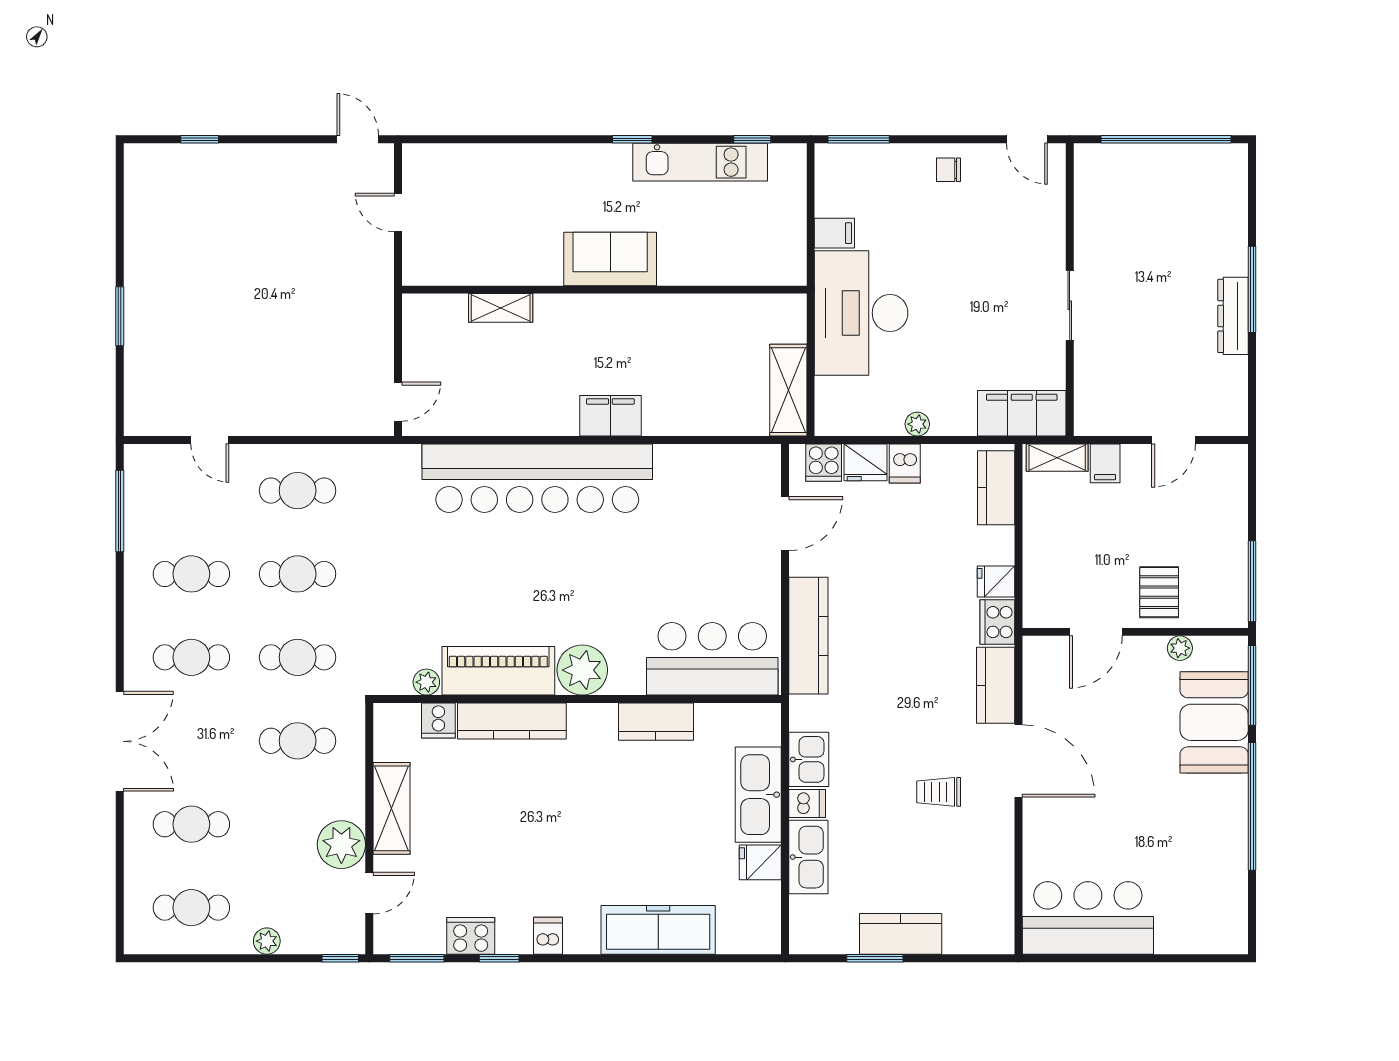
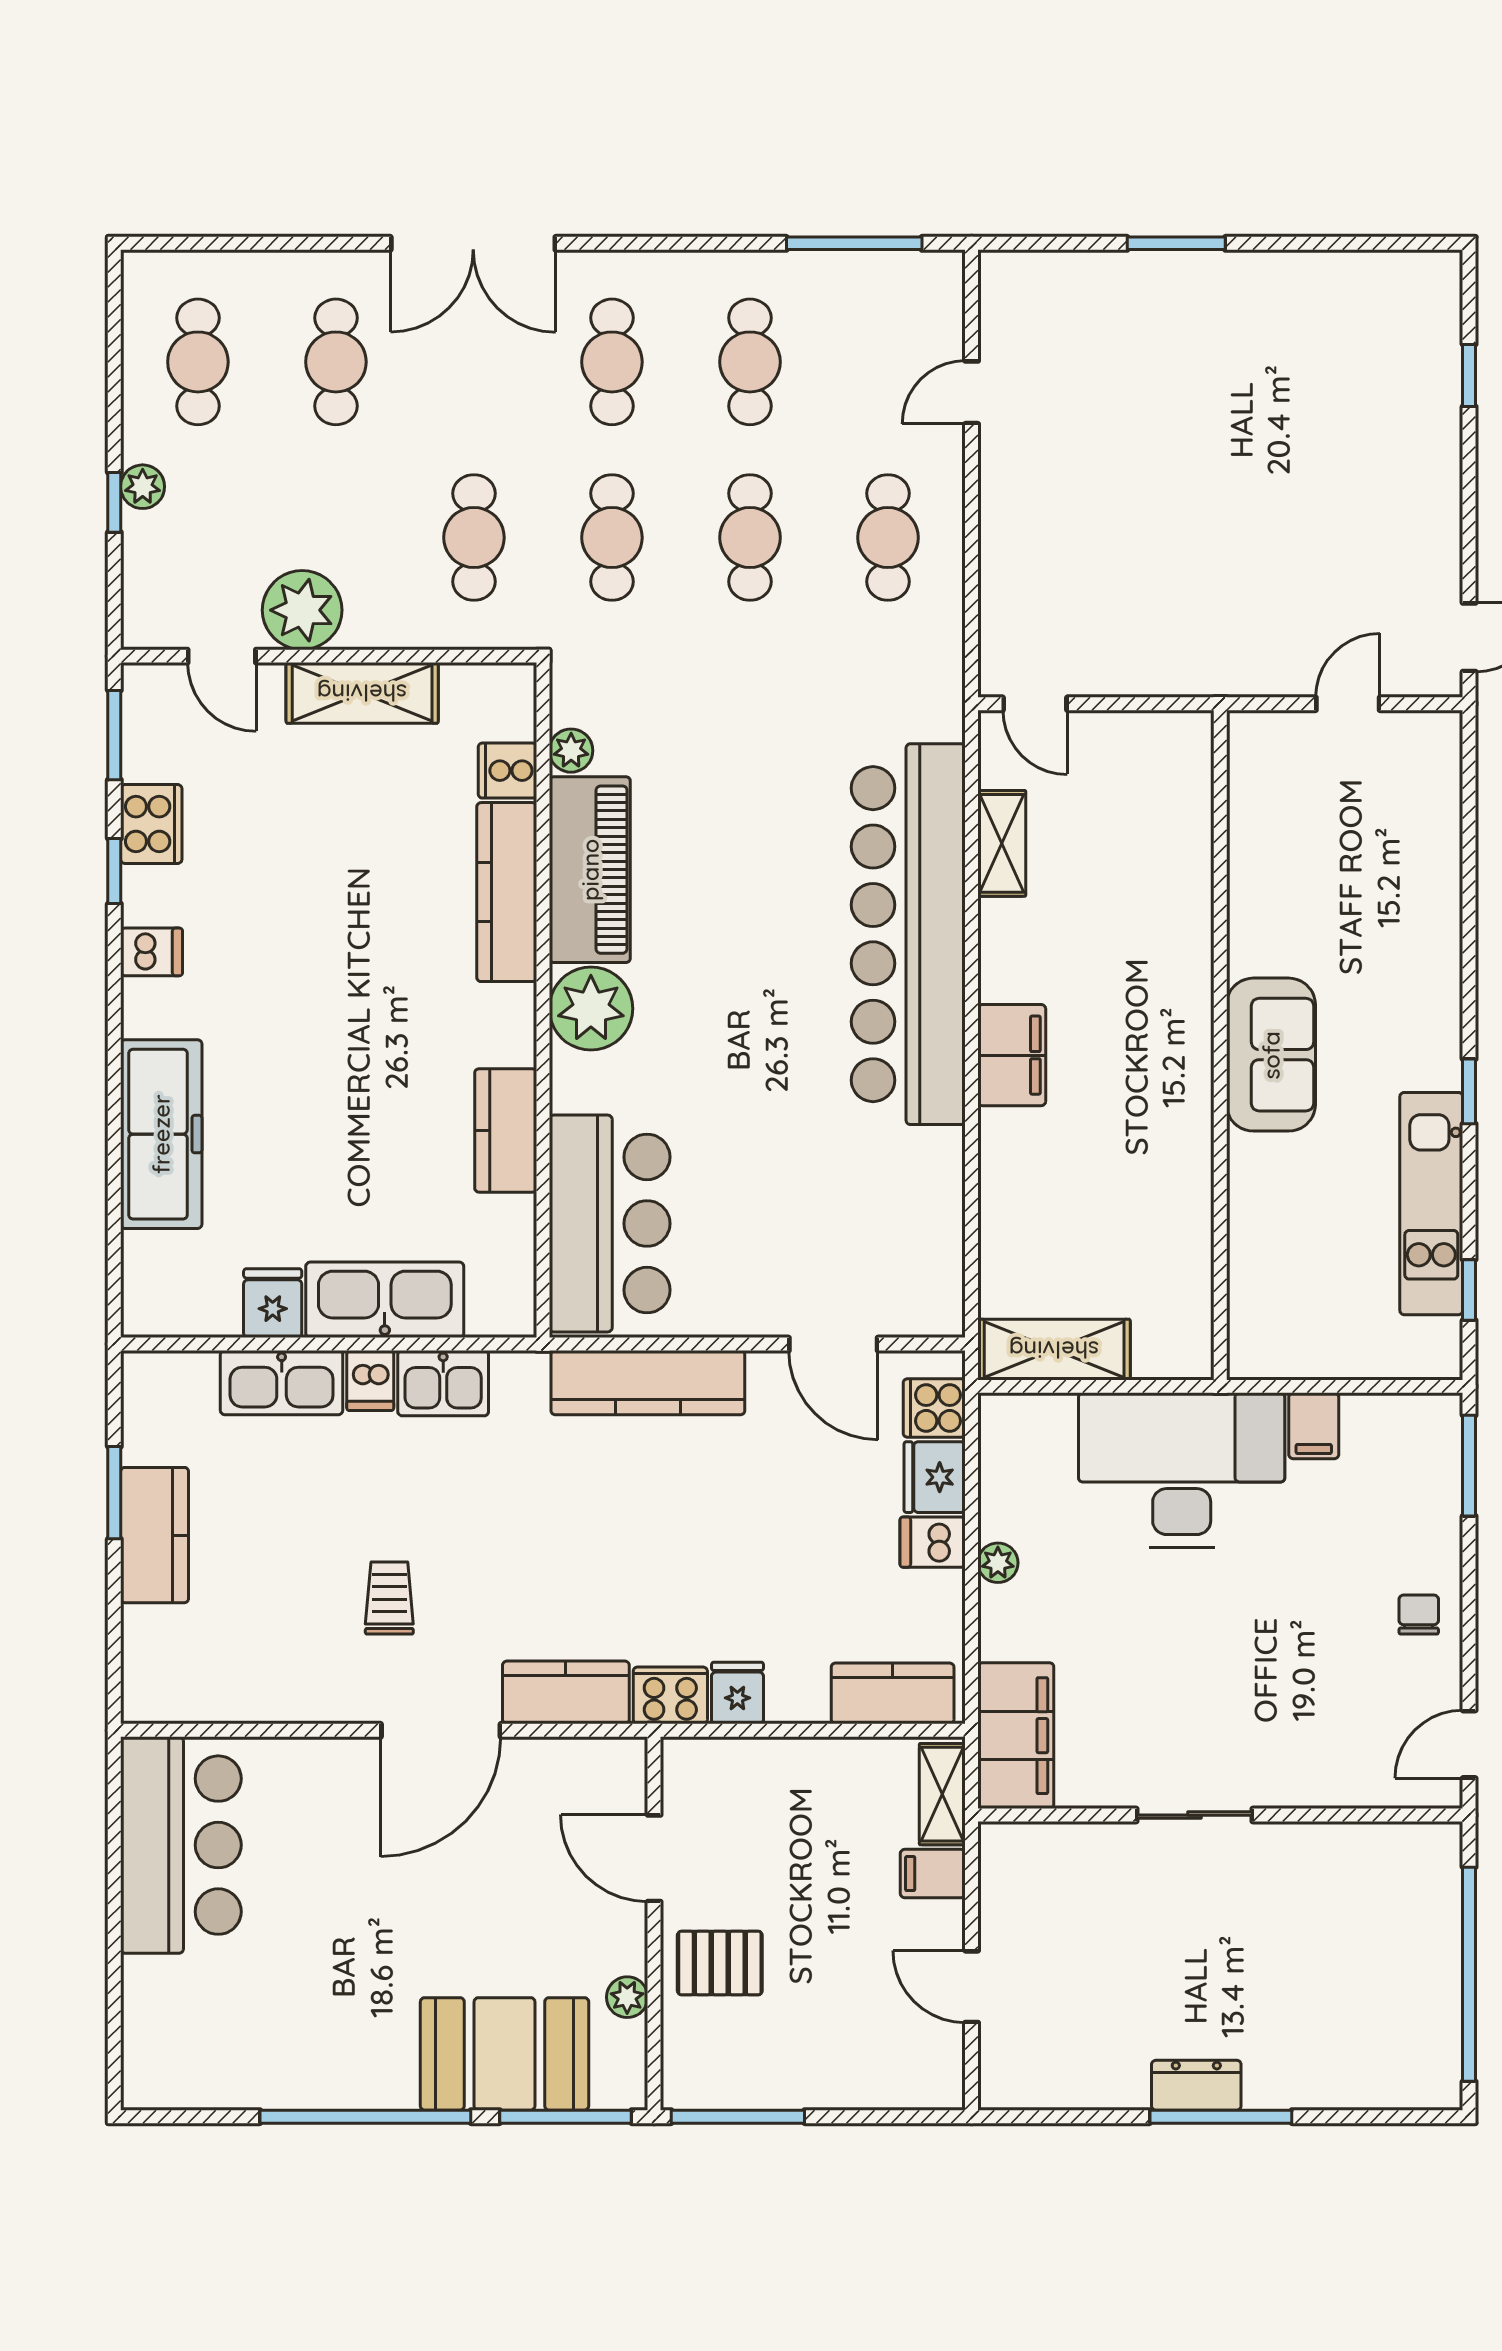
shelving: (501, 308) -> (1002, 843), moved
dresser: (1233, 316) -> (1196, 2085), width x0.70
window: (340, 958) -> (114, 502), moved

